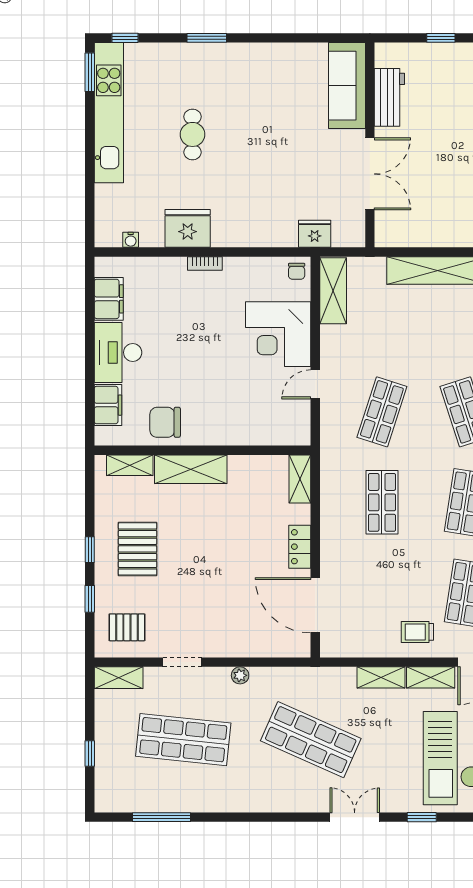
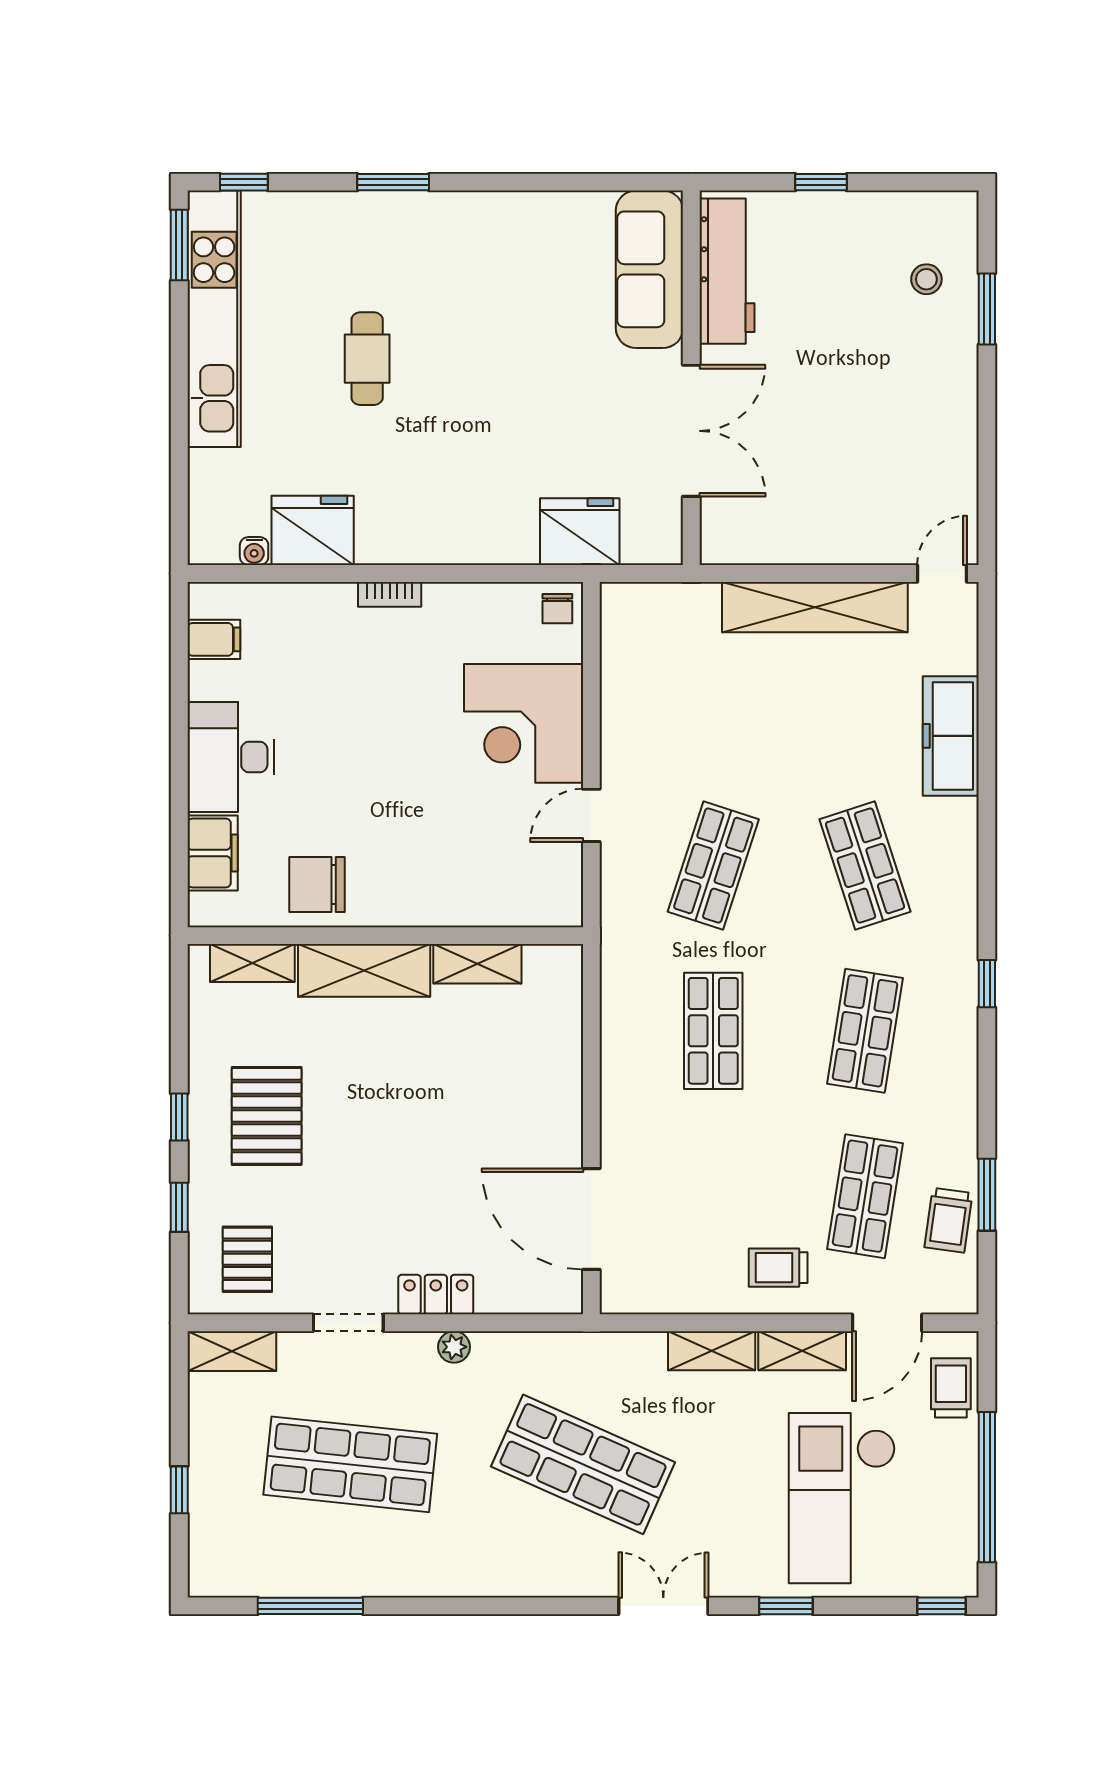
workbench: (389, 97) -> (727, 271), width x1.38
fridge: (188, 228) -> (313, 530), moved
fridge: (315, 234) -> (580, 532), width x1.36, depth x1.34
shelving: (333, 291) -> (624, 644), removed
filing cabinet: (109, 299) -> (214, 639), width x0.50
shelving: (300, 479) -> (477, 964), moved, turned 90
locker: (300, 547) -> (436, 1295), moved, turned 90
pallet: (127, 627) -> (247, 1259), turned 90

